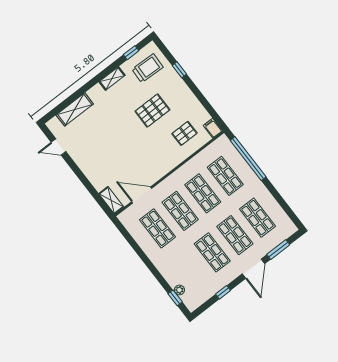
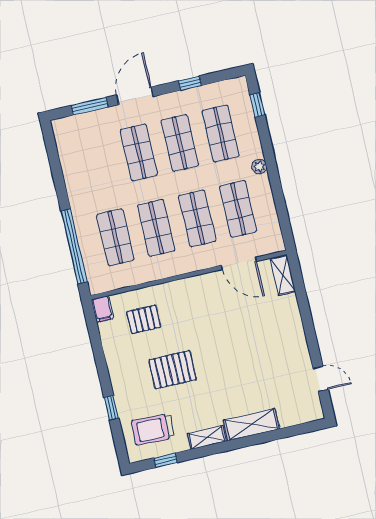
shelving: (75, 109) -> (251, 425), moved
shop shelf: (257, 218) -> (221, 133), moved
plant: (179, 290) -> (259, 167), moved

